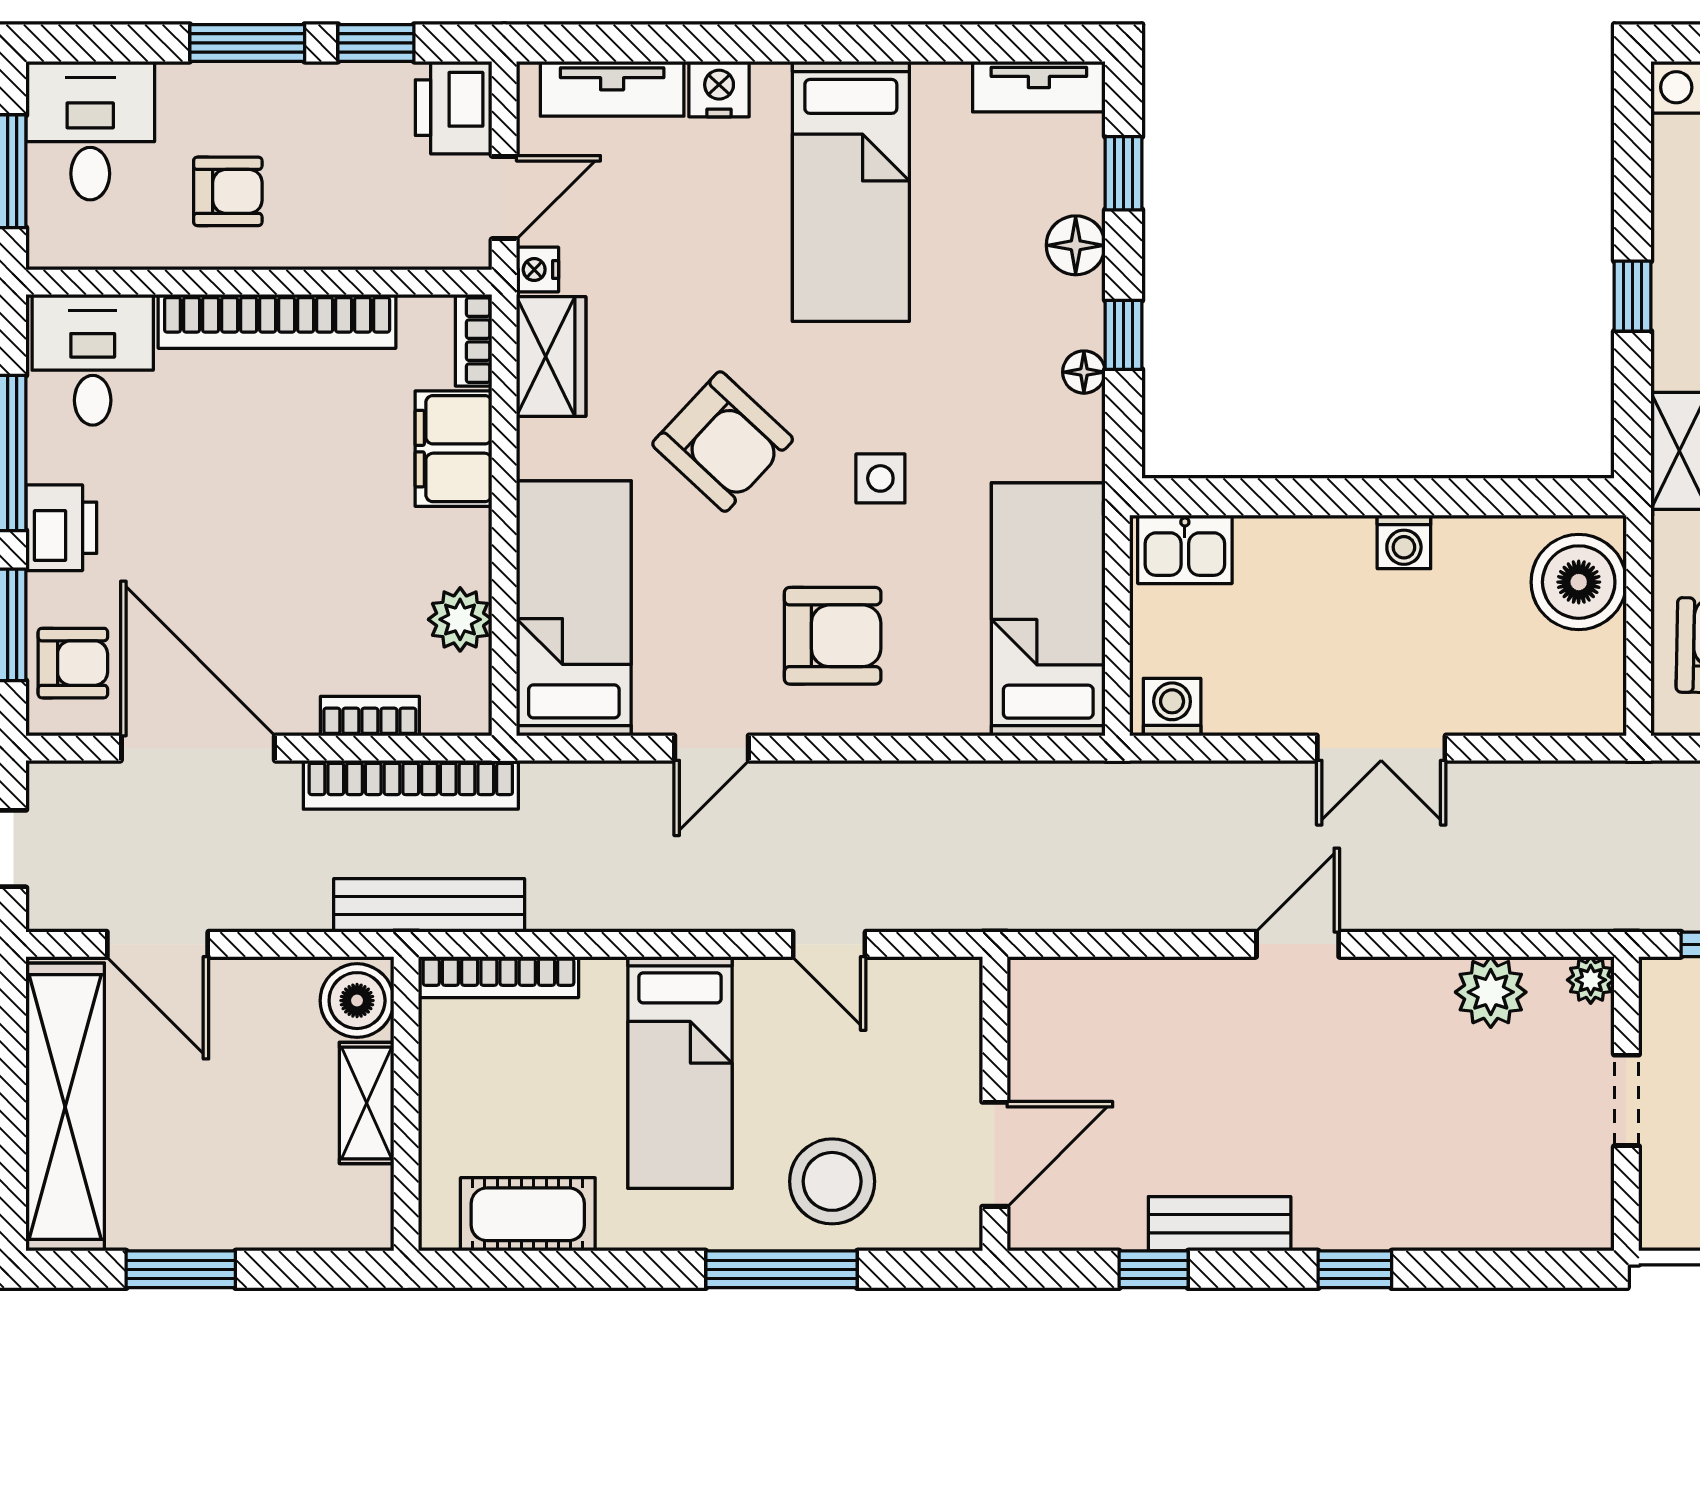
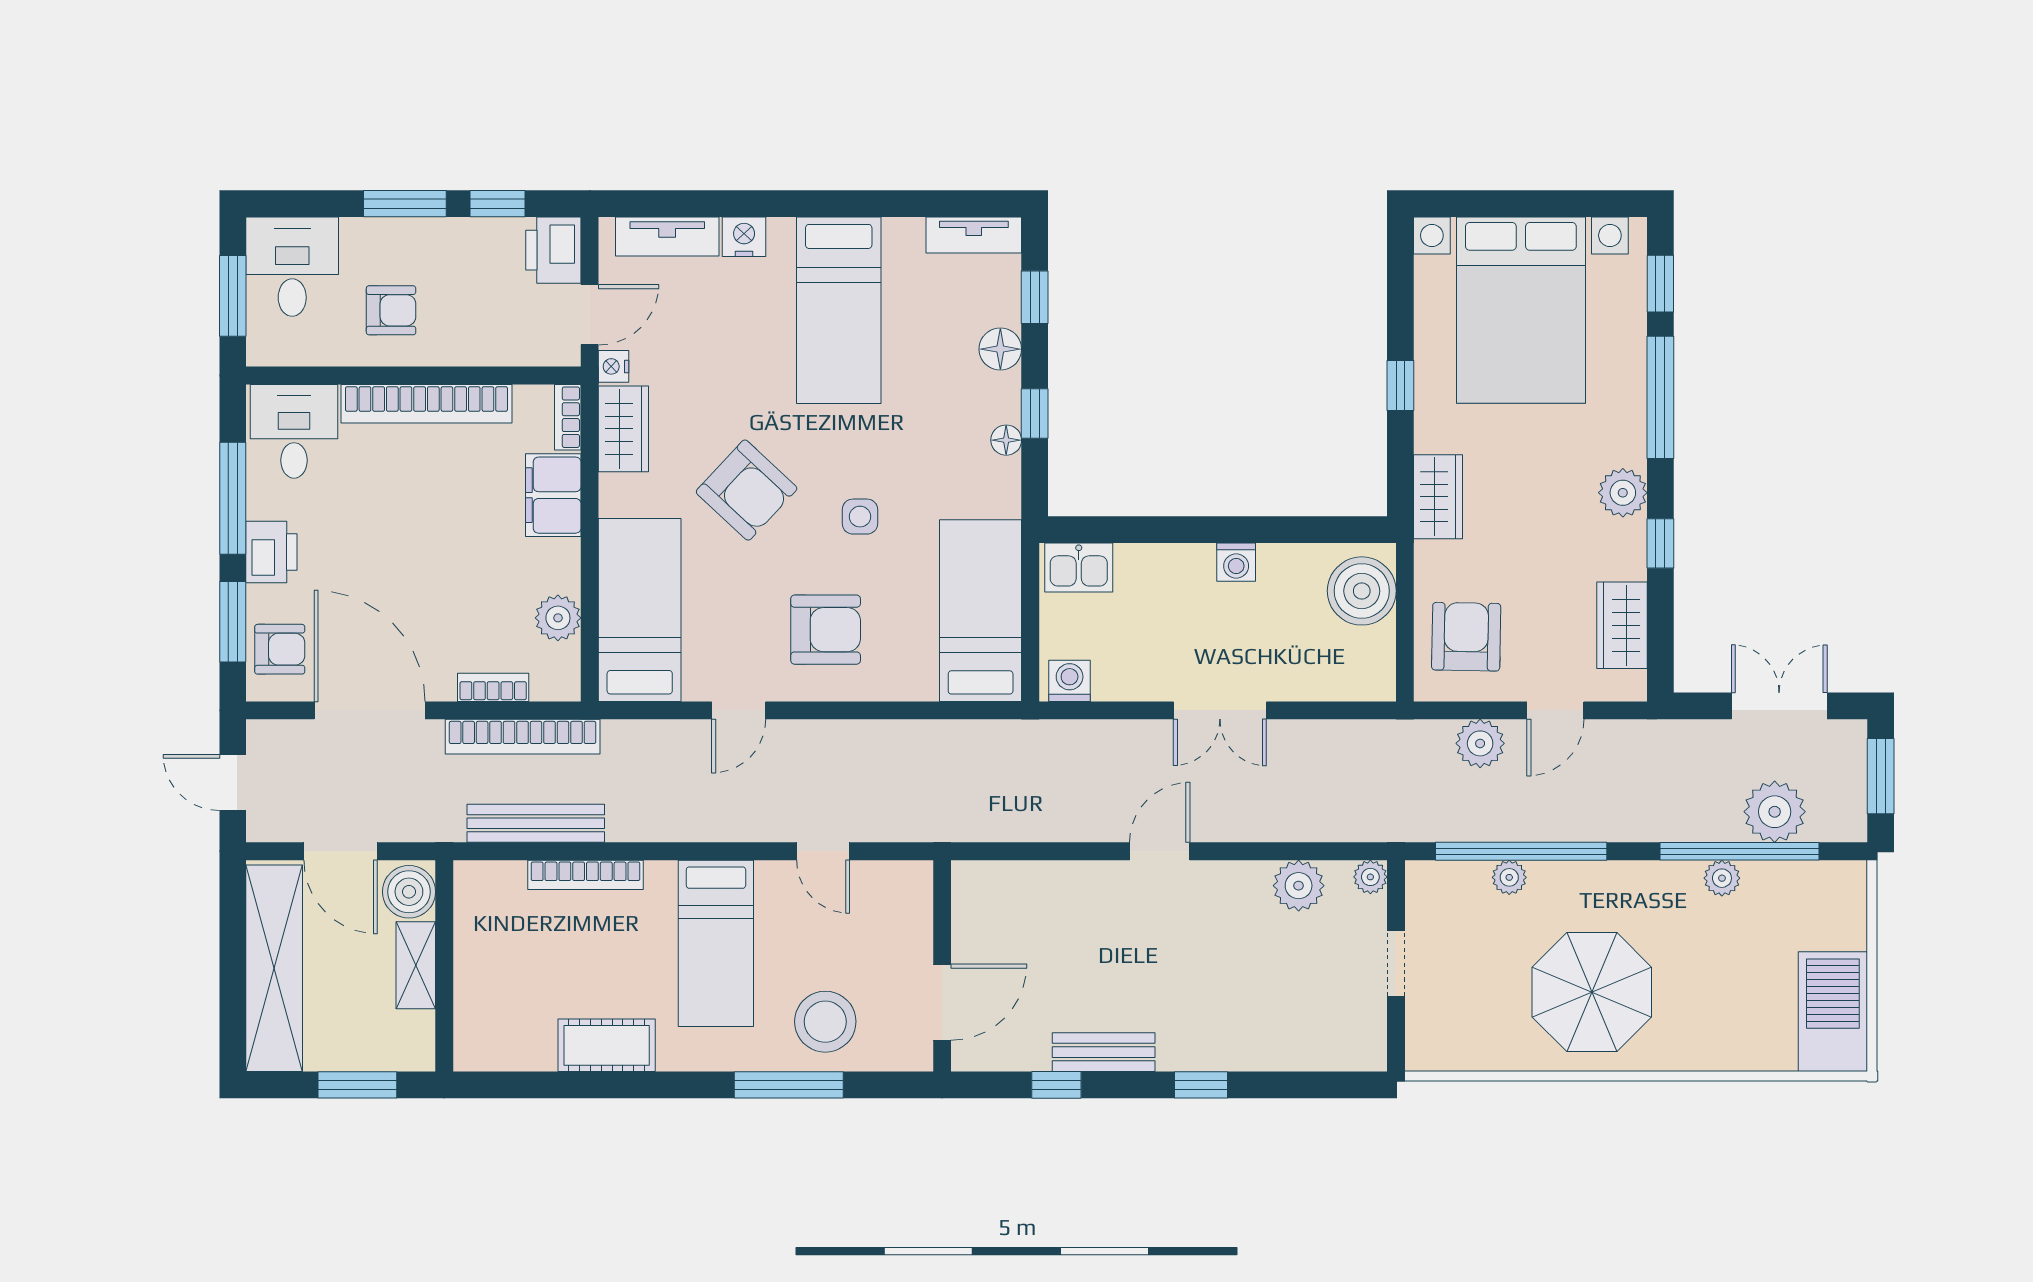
boiler: (357, 1001) -> (409, 892), moved
shelving: (367, 1103) -> (416, 965), moved
wall: (406, 1104) -> (444, 966), moved

